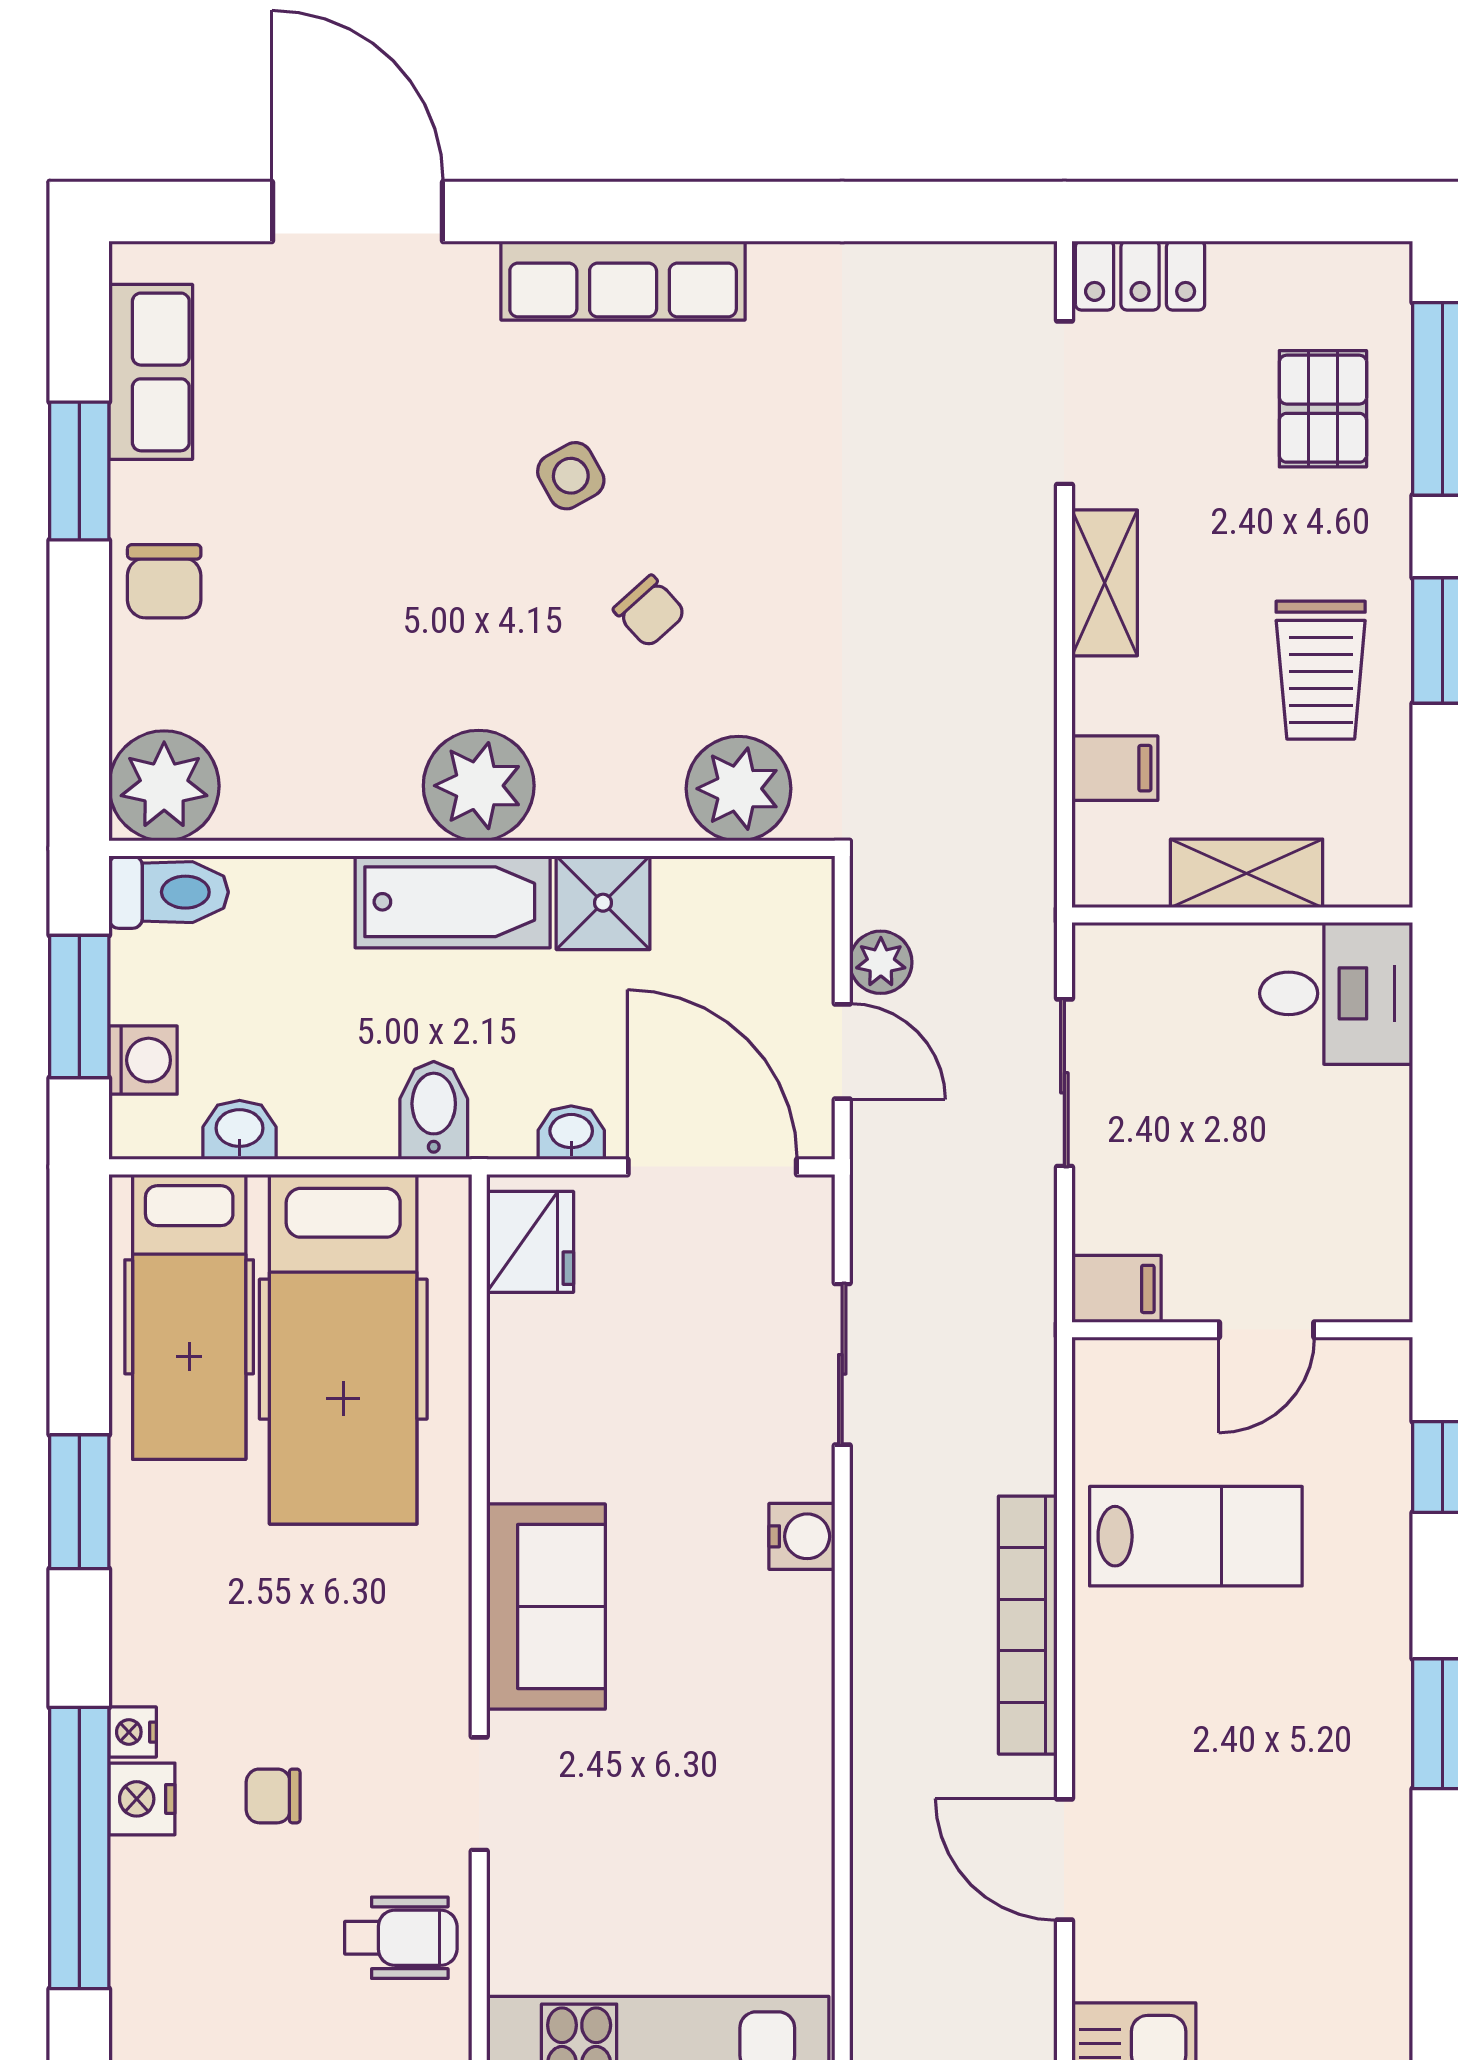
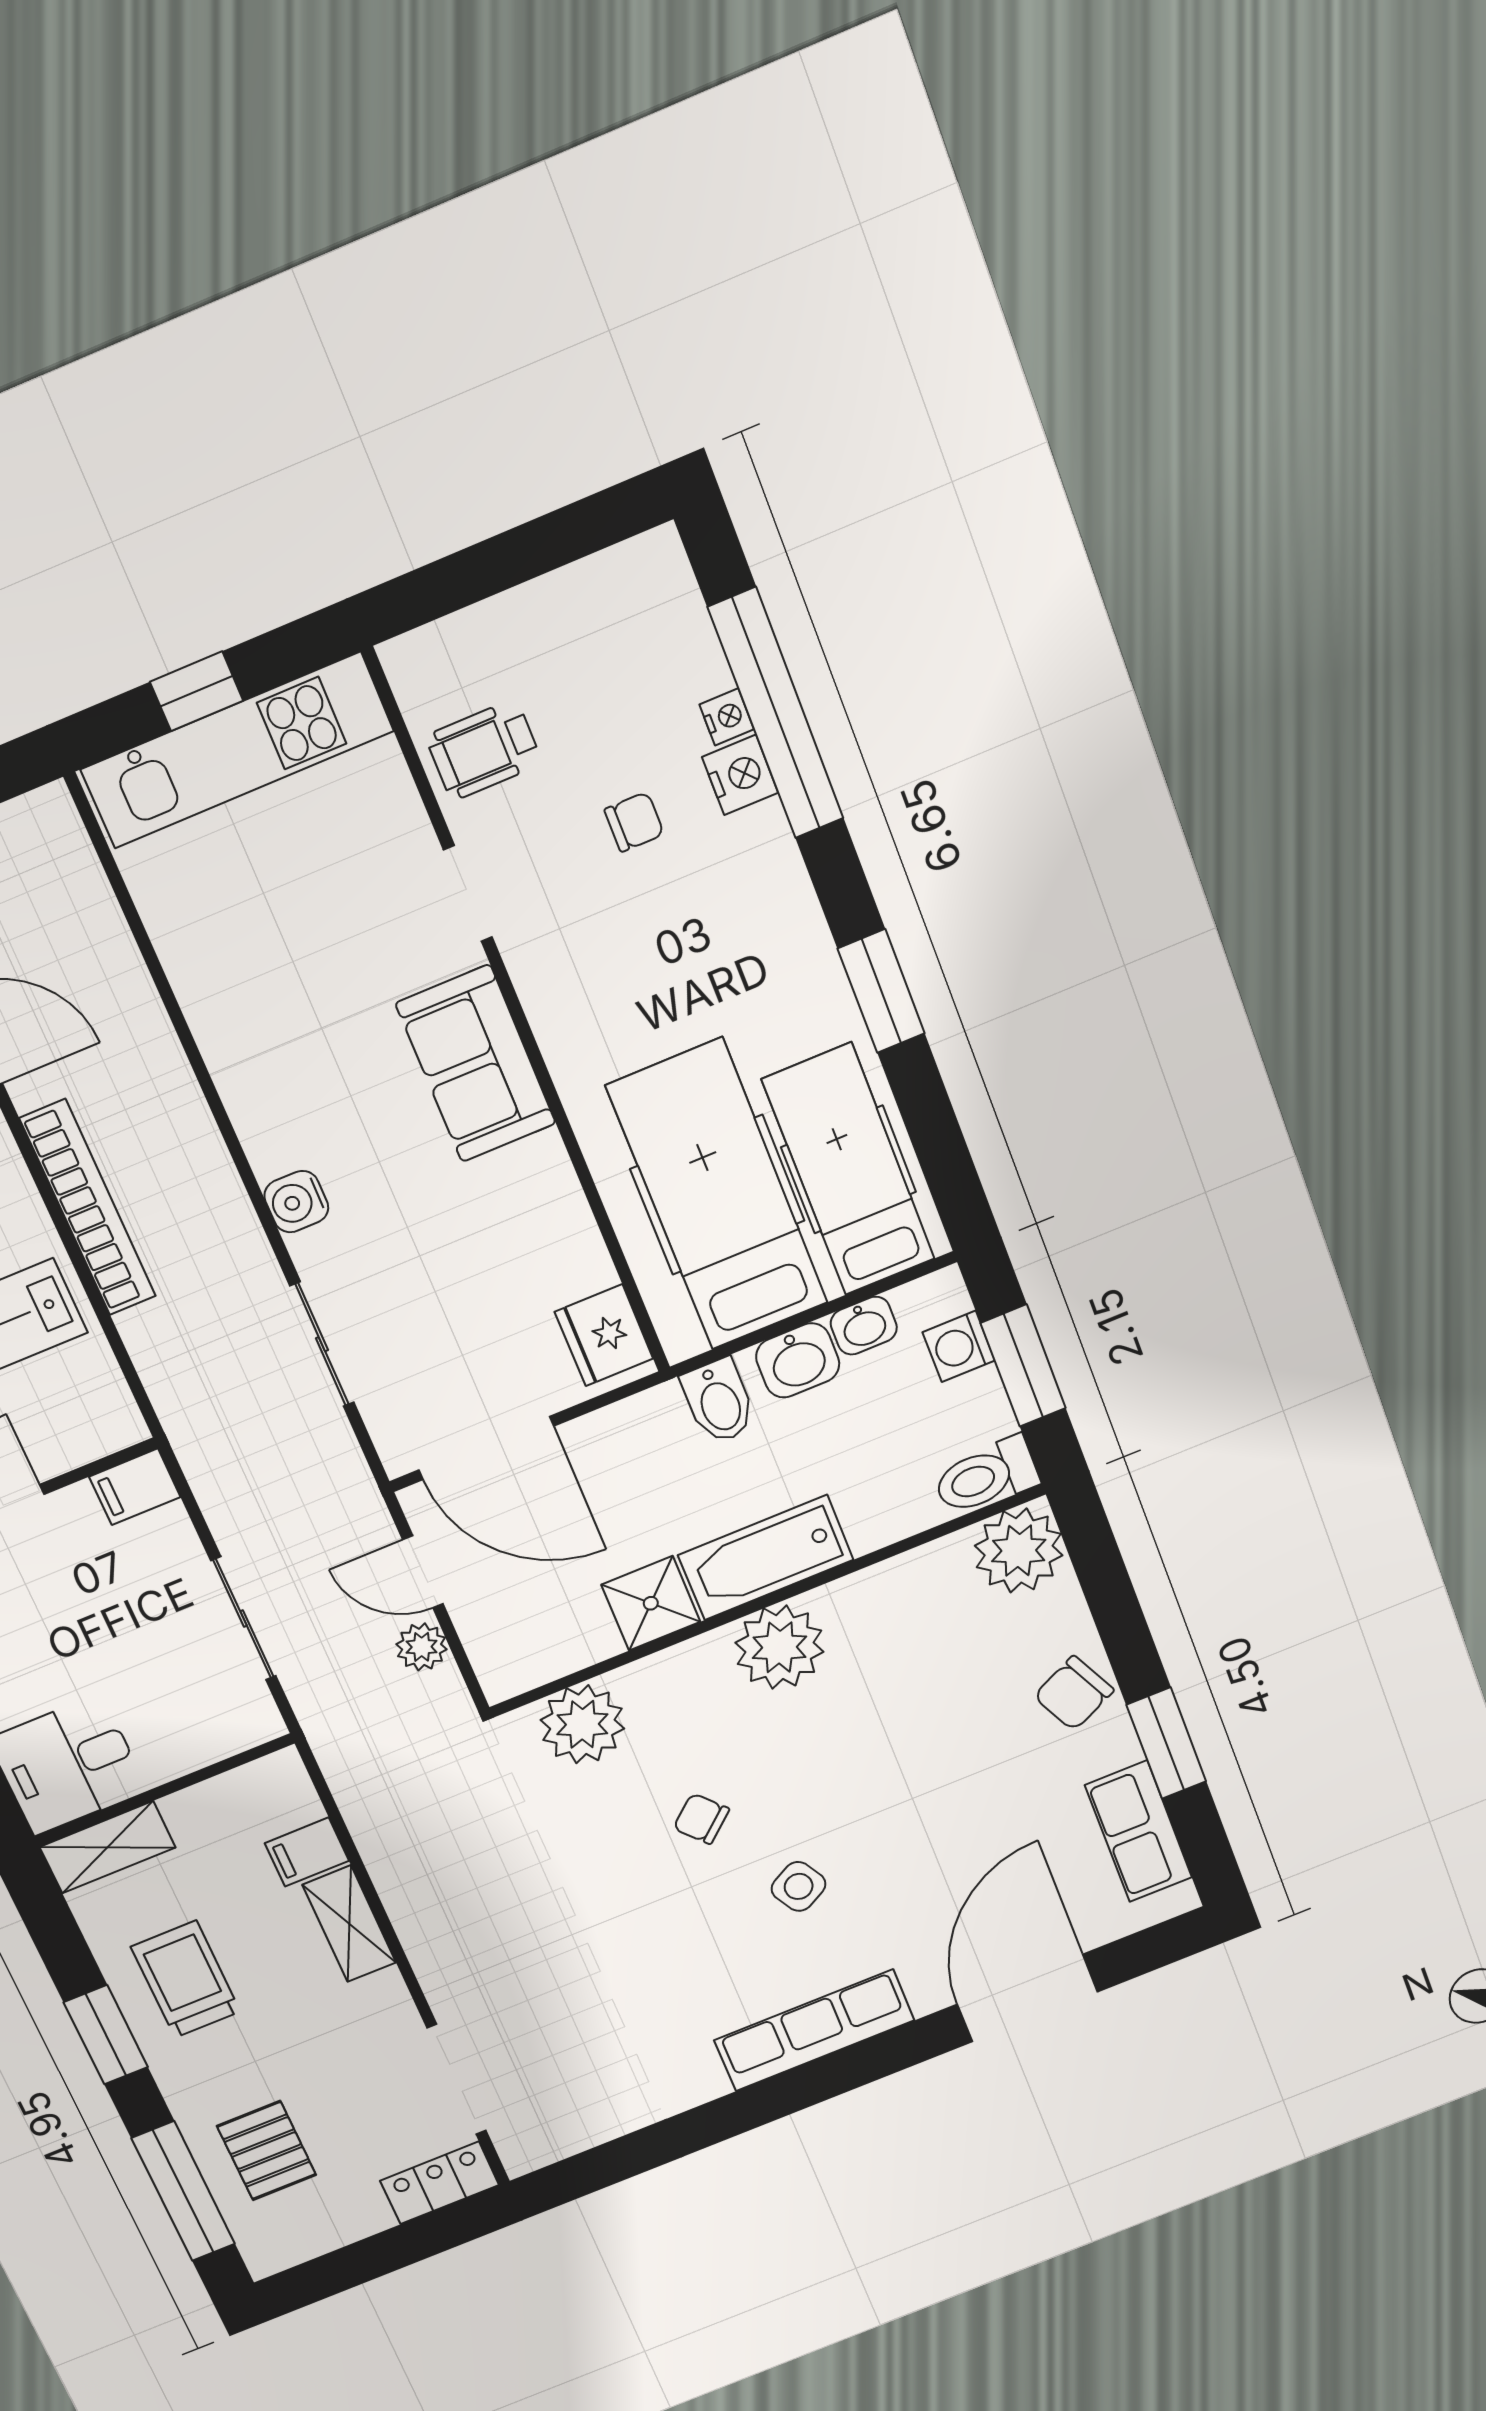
door: (358, 211) -> (1027, 1998), swing flipped
chair: (164, 581) -> (1074, 1693), turned -116
shelving: (1105, 583) -> (349, 1924), moved
shelving: (1247, 873) -> (108, 1847), moved
washbasin: (571, 1133) -> (798, 1360), moved, width x1.38, depth x1.45
nightstand: (133, 1732) -> (727, 717), moved

